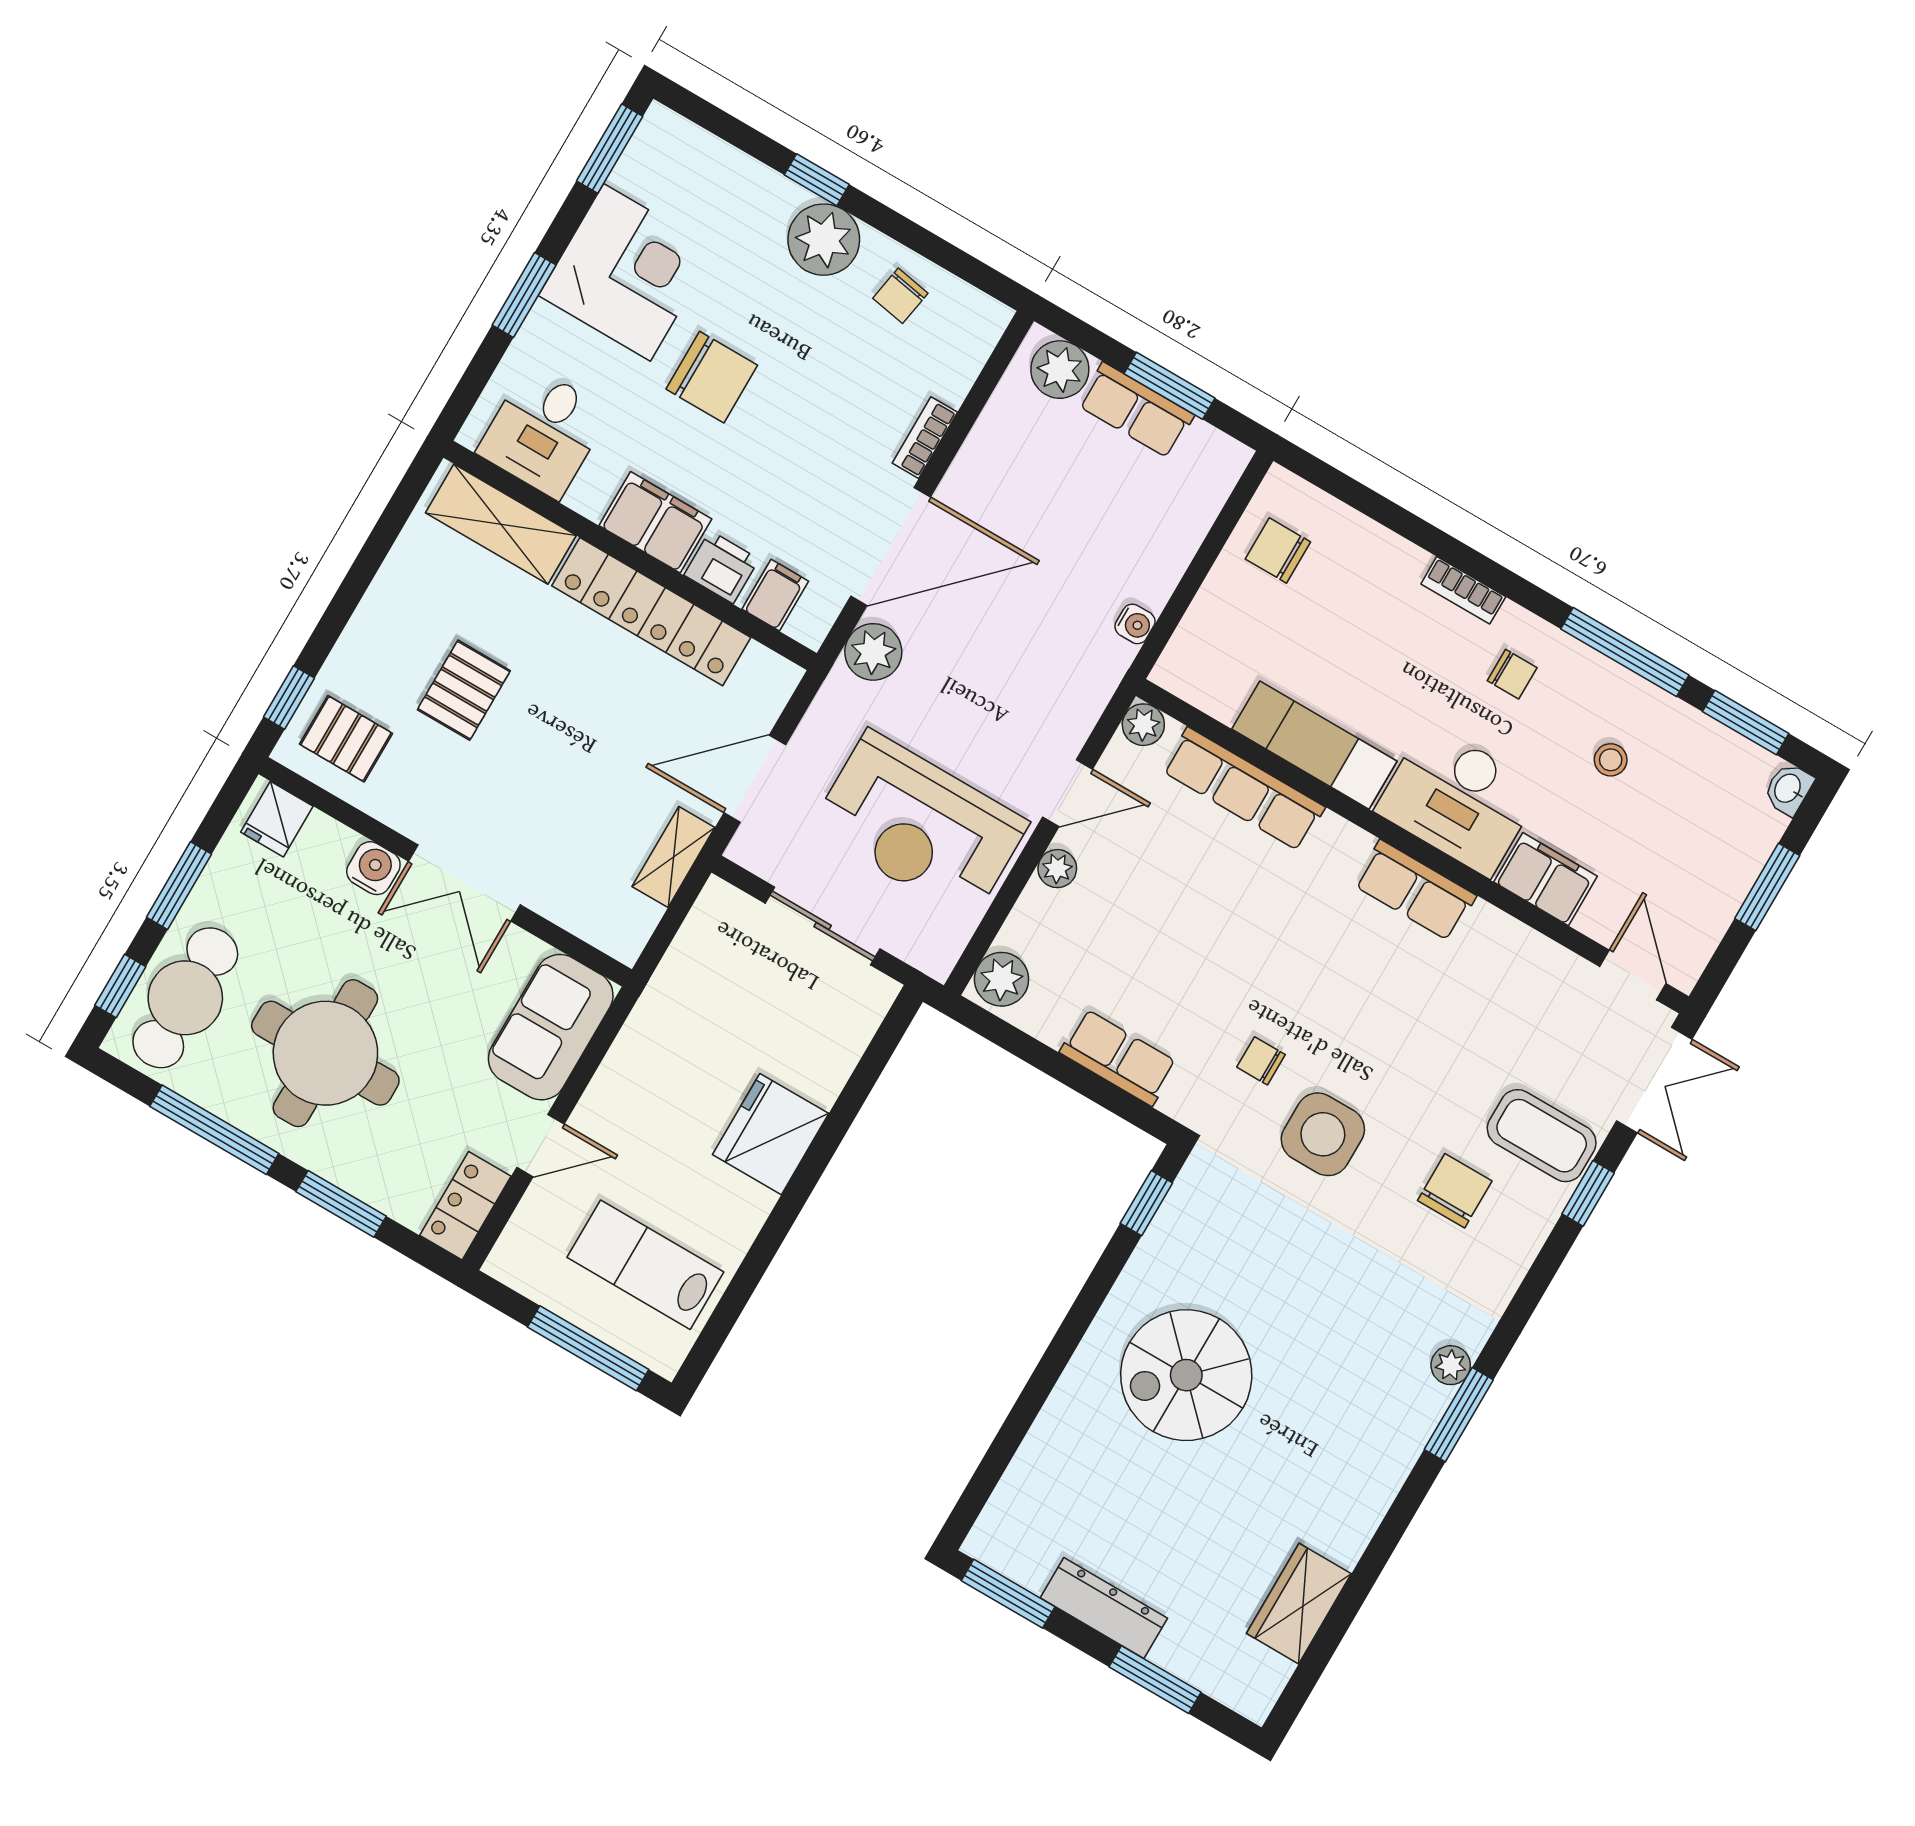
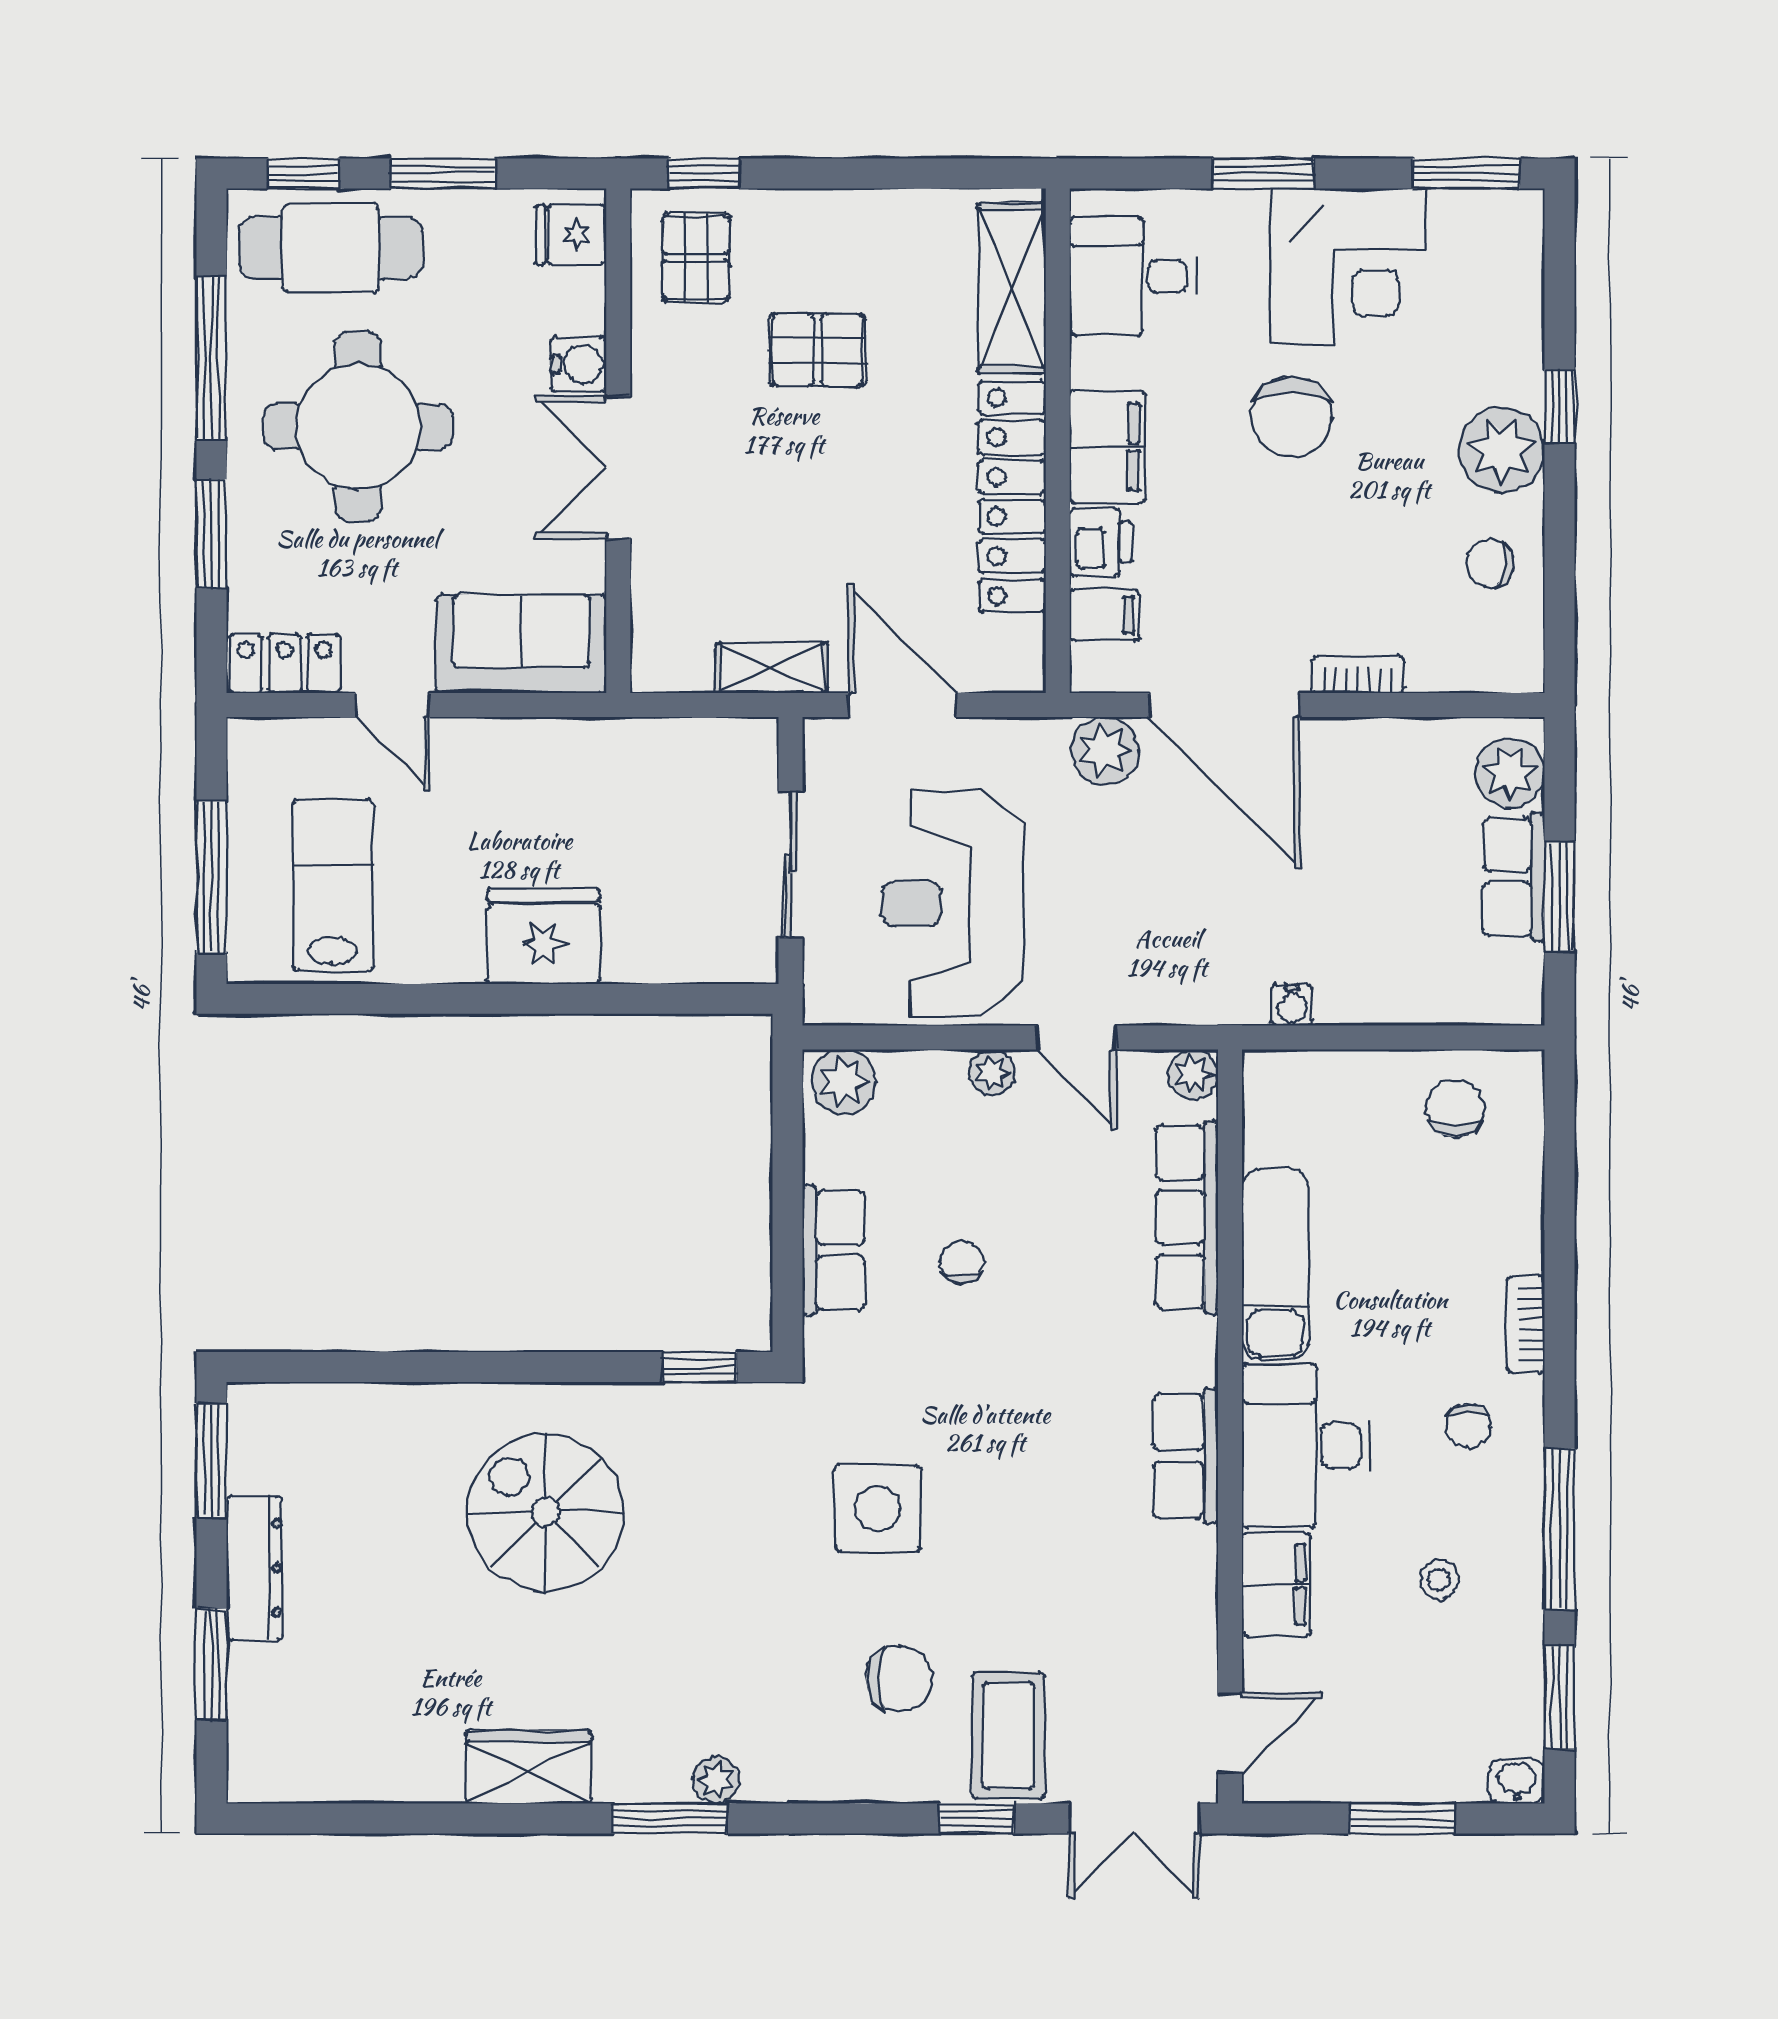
chair: (1261, 1061) -> (961, 1263), moved
wardrobe: (1299, 1604) -> (529, 1767), moved

